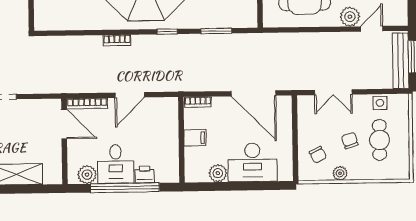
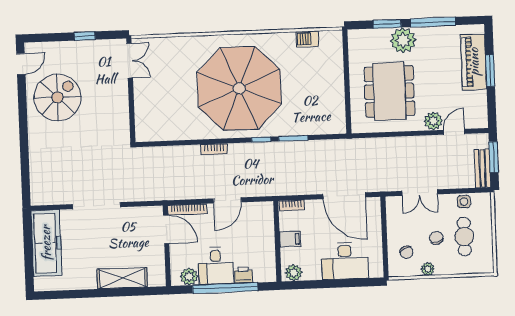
window: (216, 31) -> (293, 138), moved
bench: (401, 61) -> (483, 168), width x0.73
plant: (218, 173) -> (294, 273), moved

